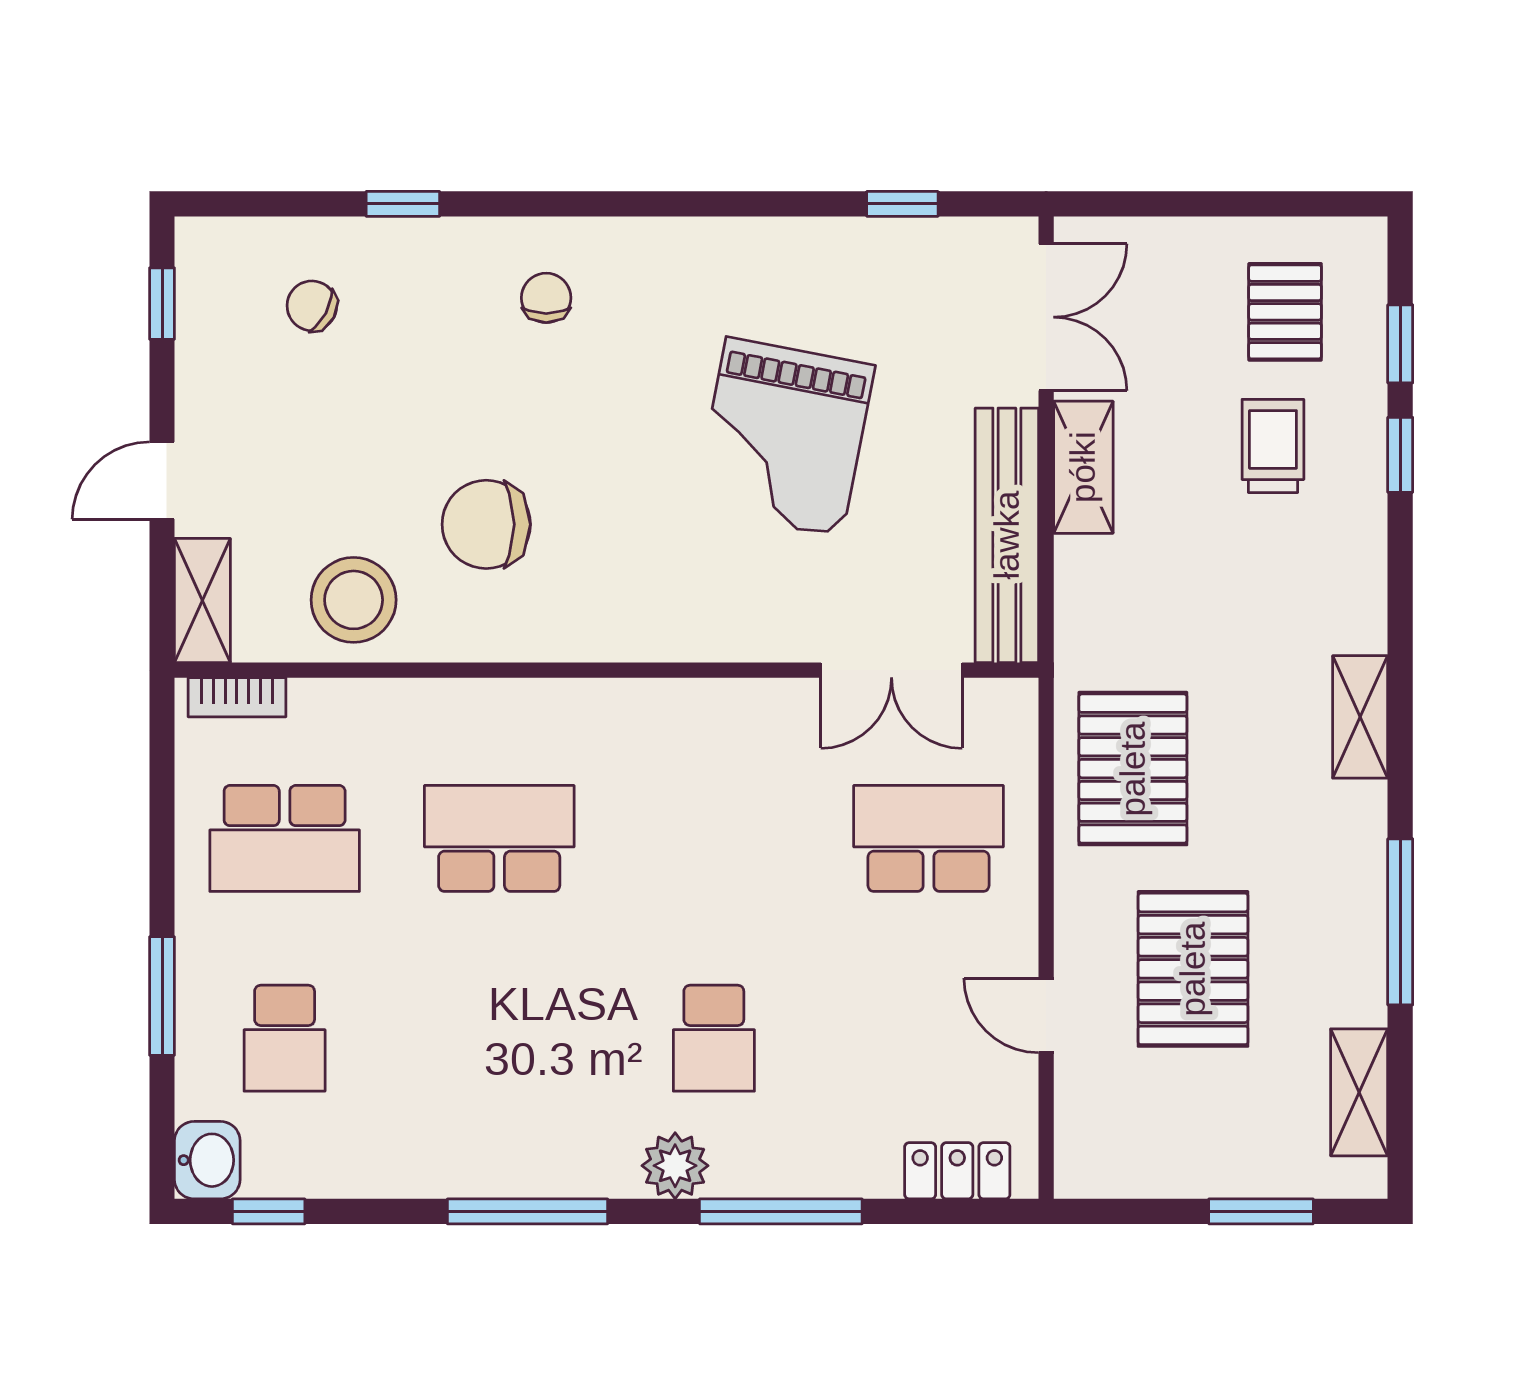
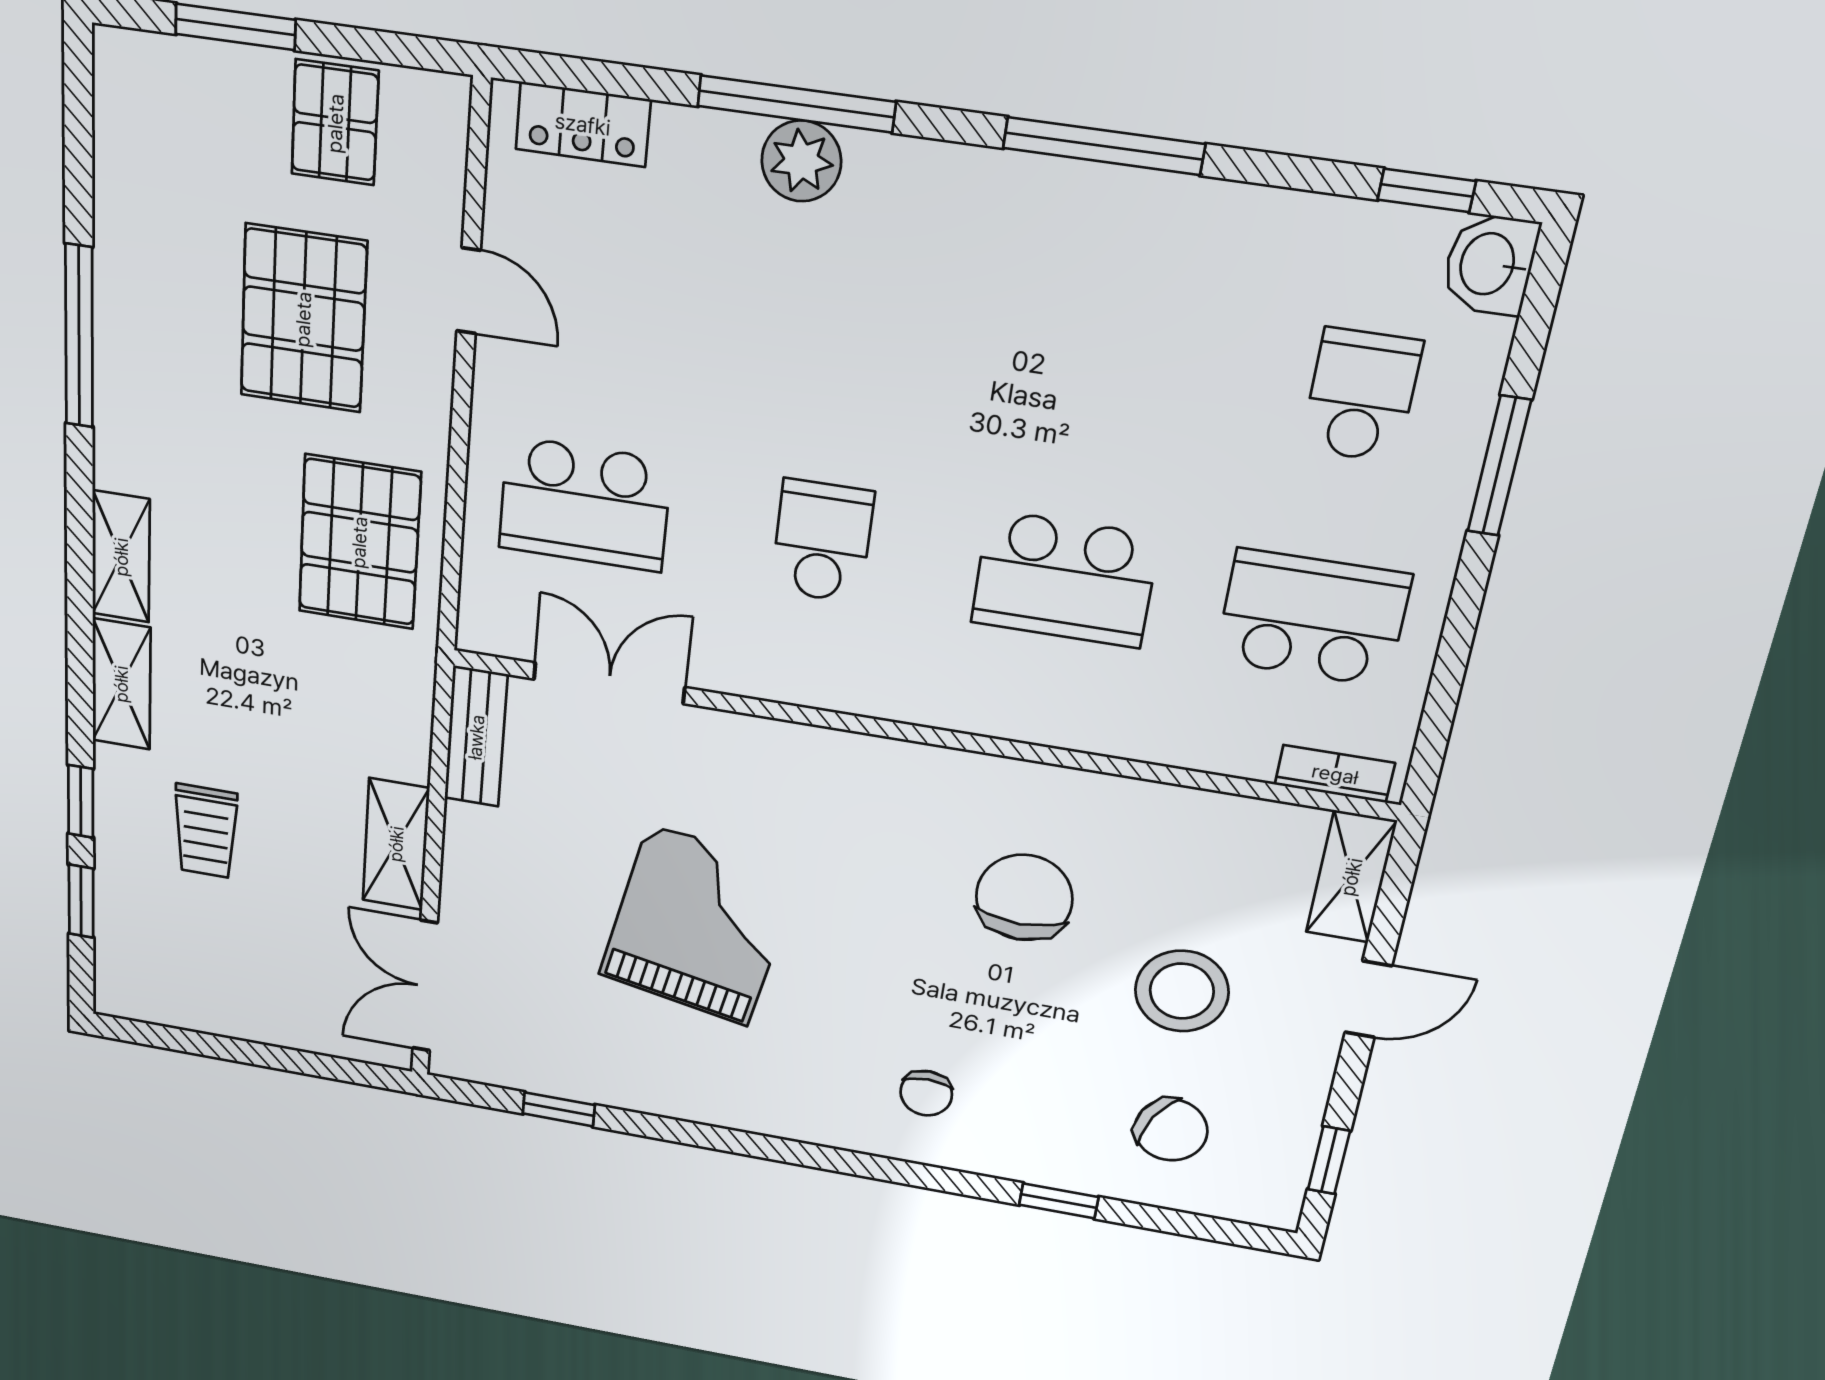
chair: (312, 306) -> (1171, 1130), width x1.37, depth x1.37
pallet: (1285, 312) -> (335, 123), moved
chair: (486, 524) -> (1024, 898), turned -90
bench: (1007, 535) -> (476, 737), width x0.54, depth x0.82
stool: (354, 600) -> (1182, 991), moved
school desk: (714, 1038) -> (822, 541), moved
shelving: (1359, 1092) -> (121, 684), moved
plant: (675, 1166) -> (801, 161), moved

